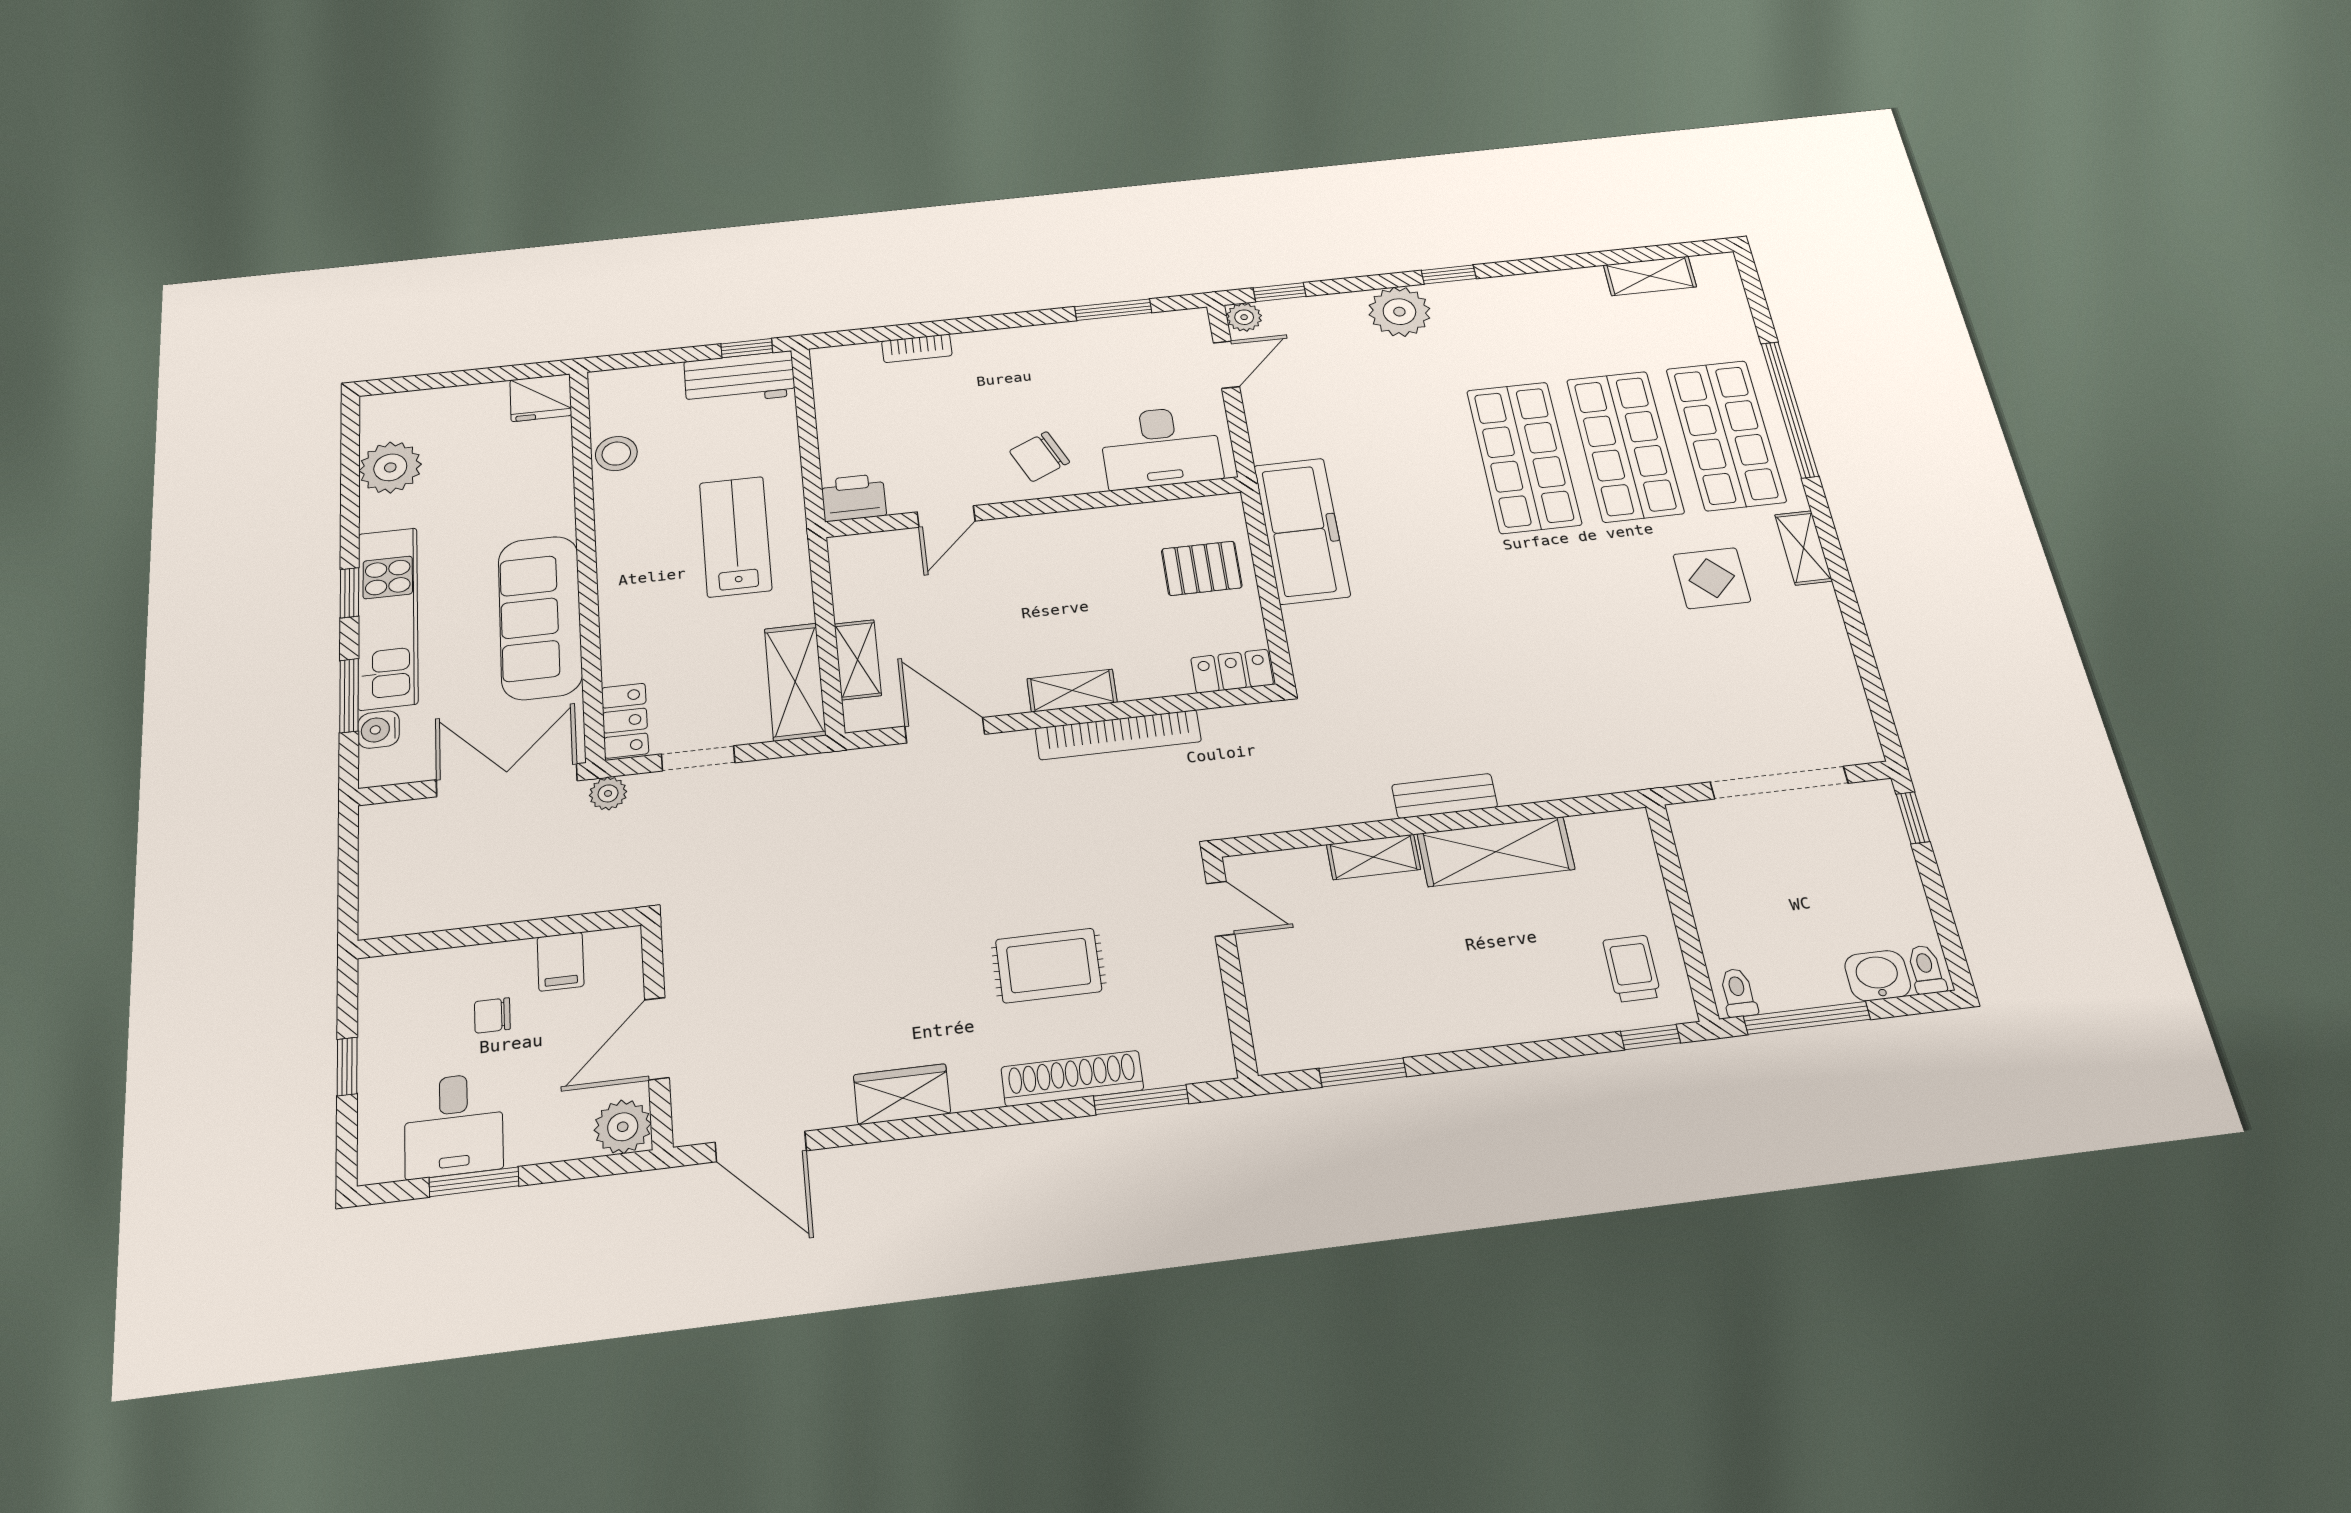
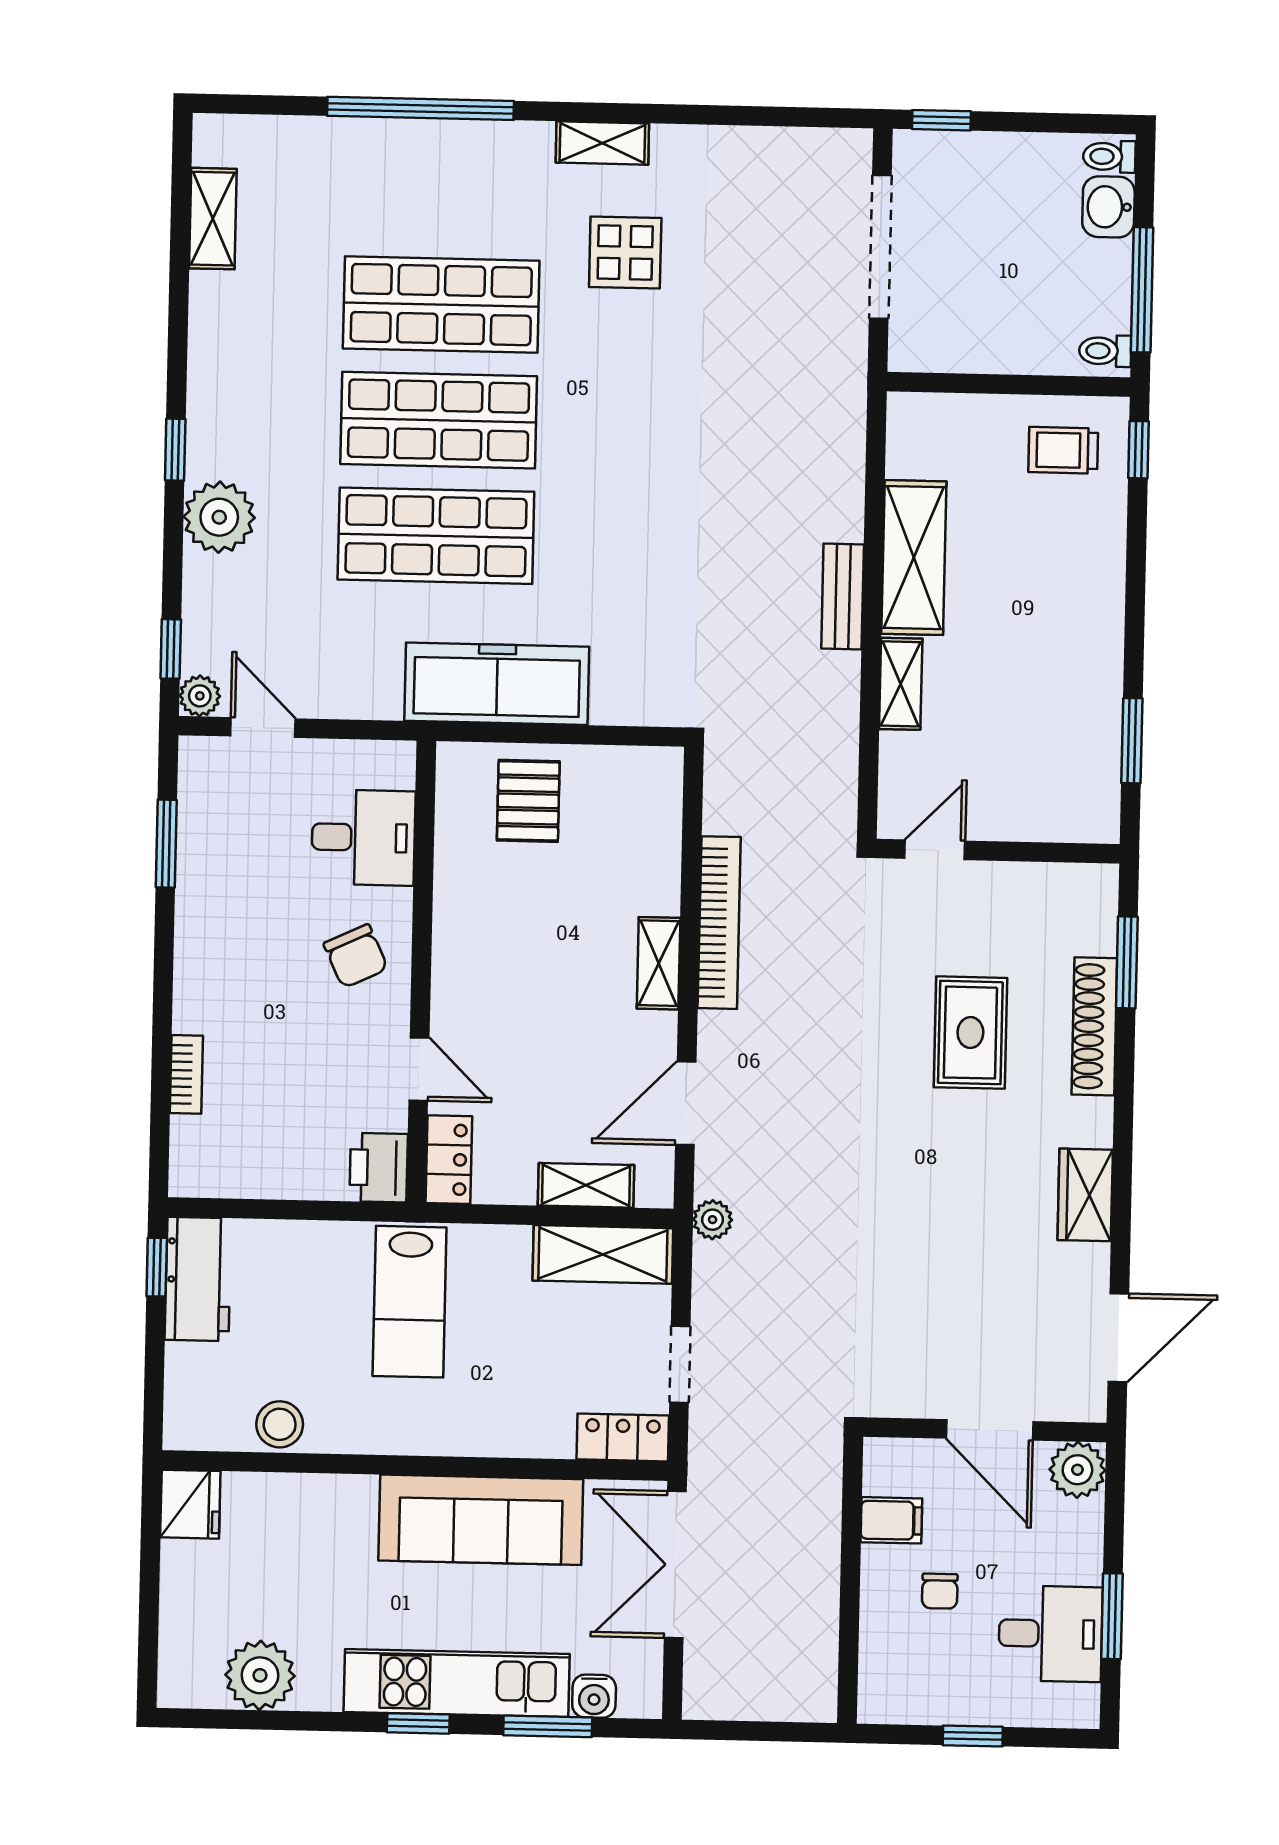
shop shelf: (1726, 435) -> (436, 536), moved
desk: (1161, 447) -> (363, 838), width x0.73
lab bench: (735, 536) -> (410, 1302), turned -90
locker: (1232, 671) -> (449, 1160), moved, turned 180
plant: (608, 793) -> (713, 1220), moved

